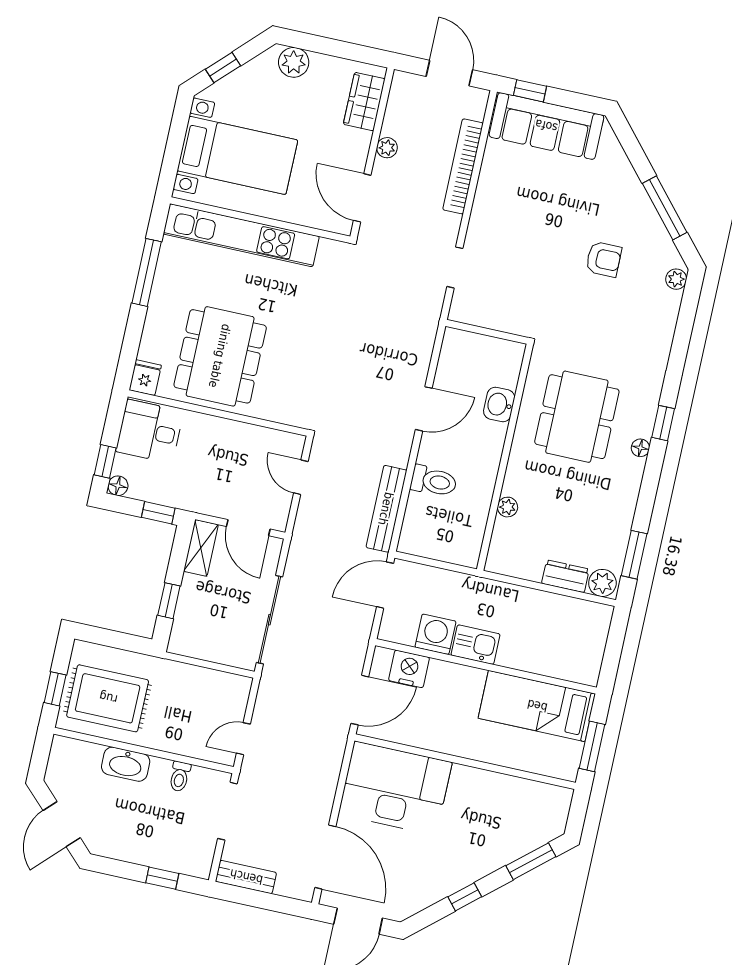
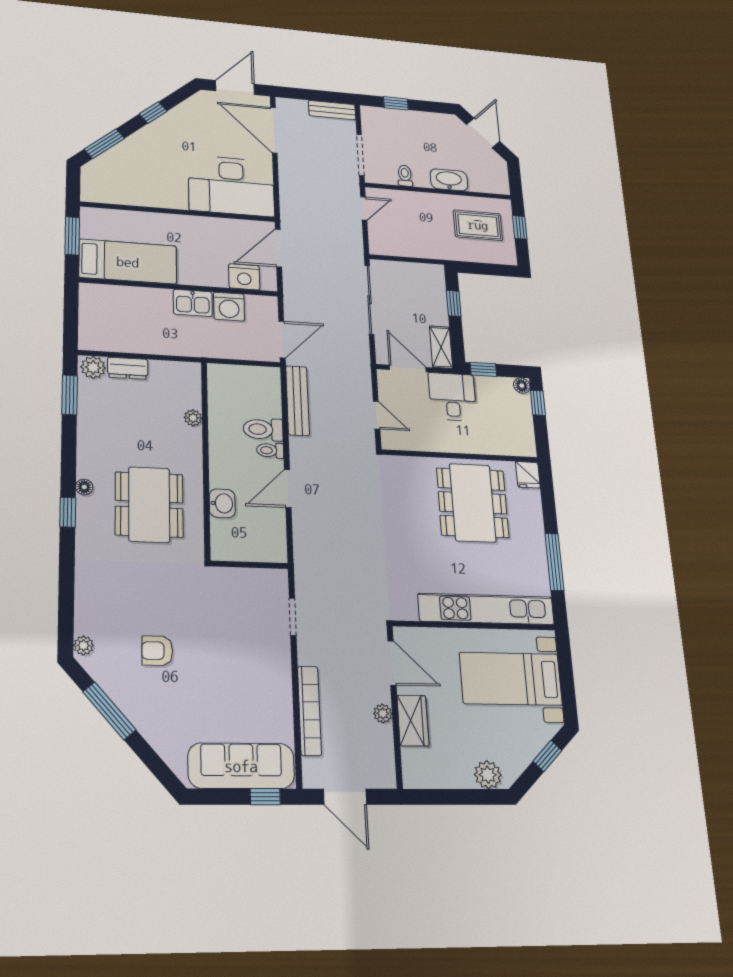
wardrobe: (364, 102) -> (413, 721), moved
desk: (150, 431) -> (452, 397), moved, turned -90
toilet: (432, 456) -> (270, 450), added
rug: (108, 698) -> (478, 225), width x0.73, depth x0.70

